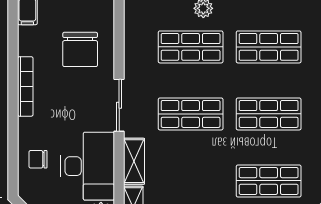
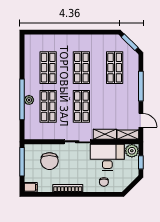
chair: (80, 49) -> (49, 161), turned 90

